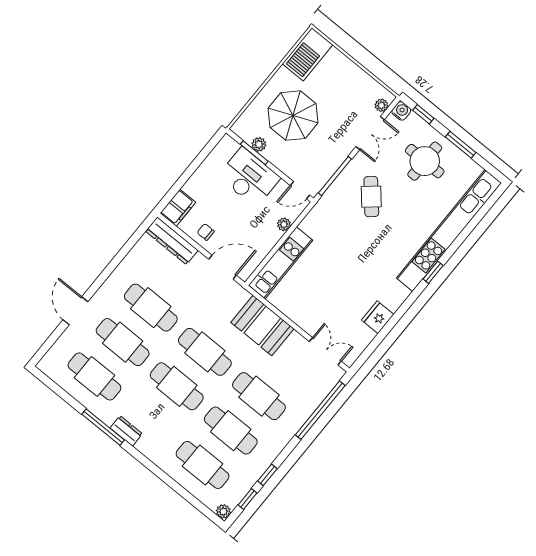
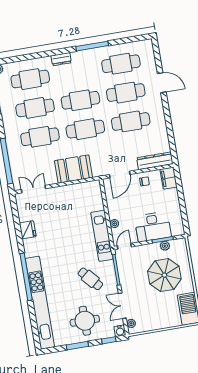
kitchen unit: (281, 263) -> (102, 236), moved
window: (433, 272) -> (26, 277), width x3.17
double door: (325, 351) -> (33, 189), swing flipped
dresser: (126, 431) -> (61, 59), moved

